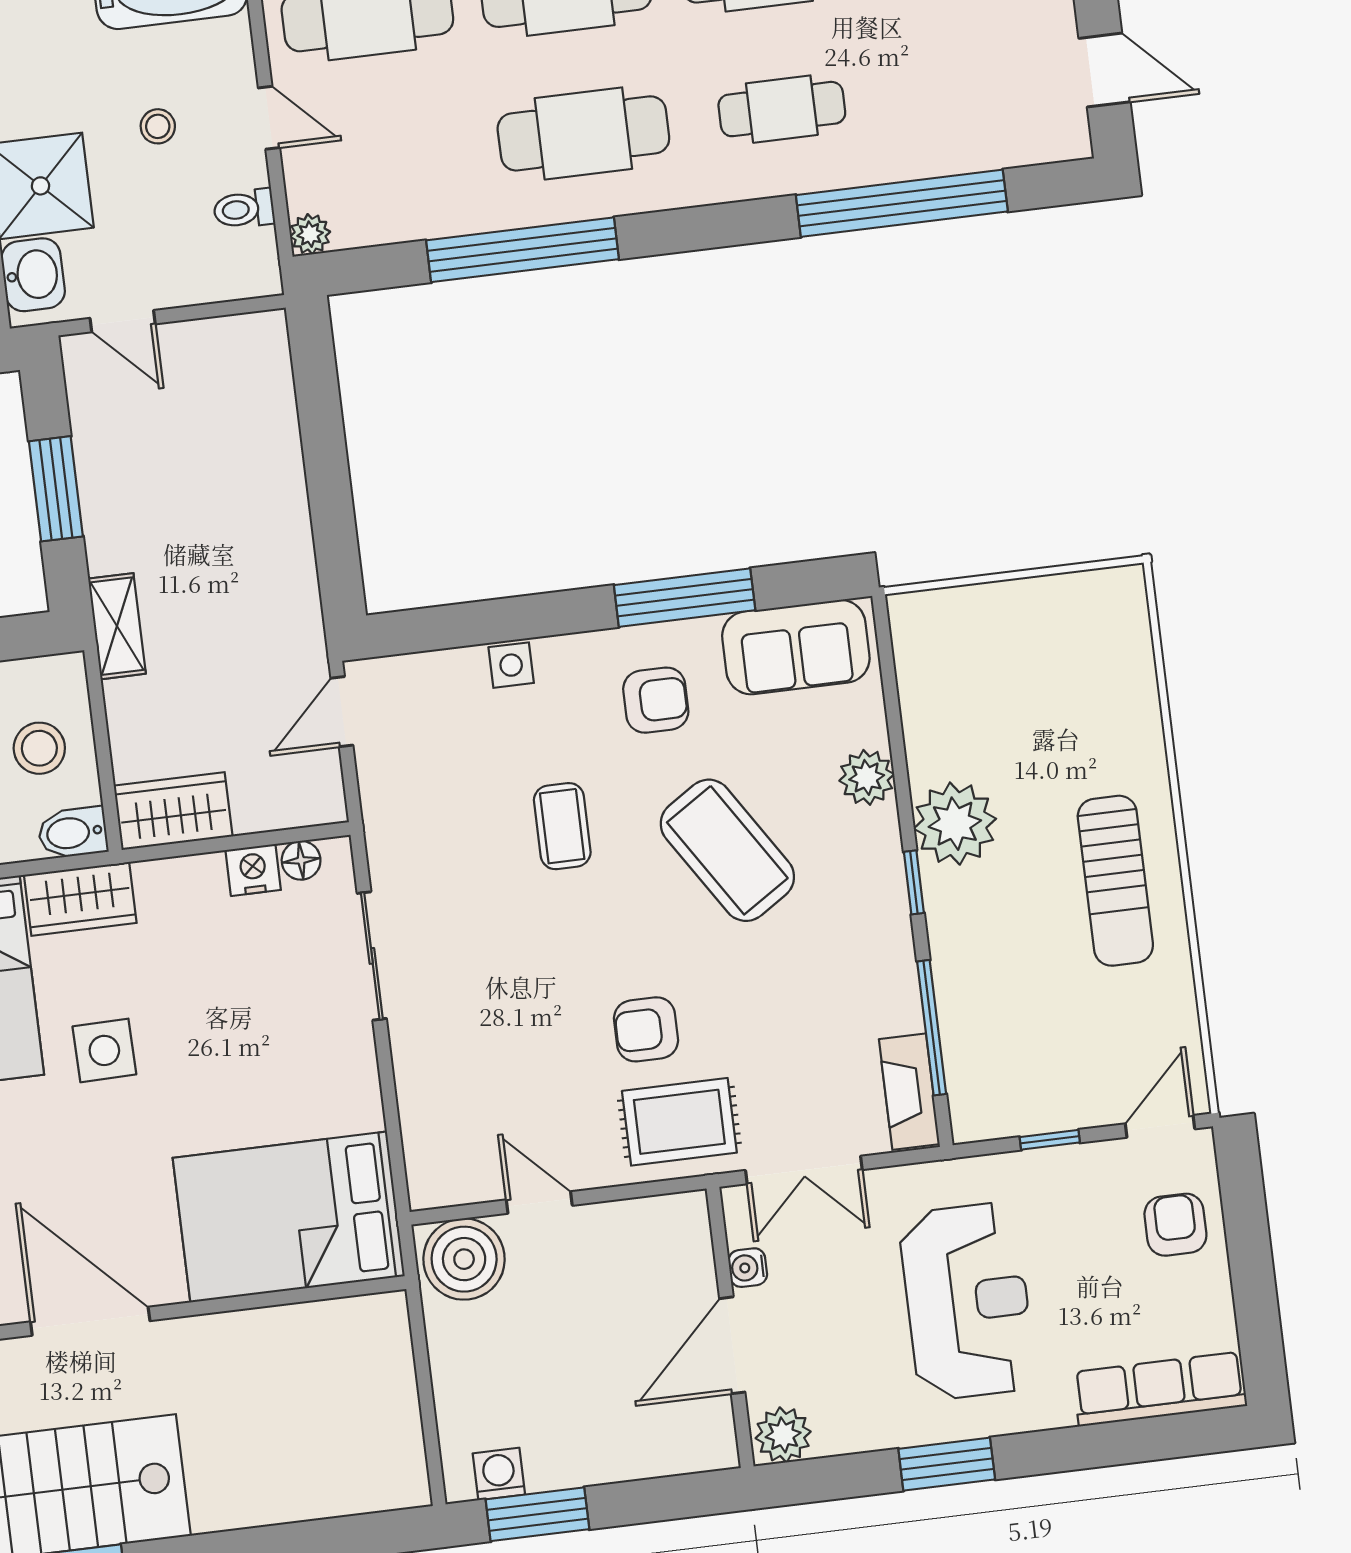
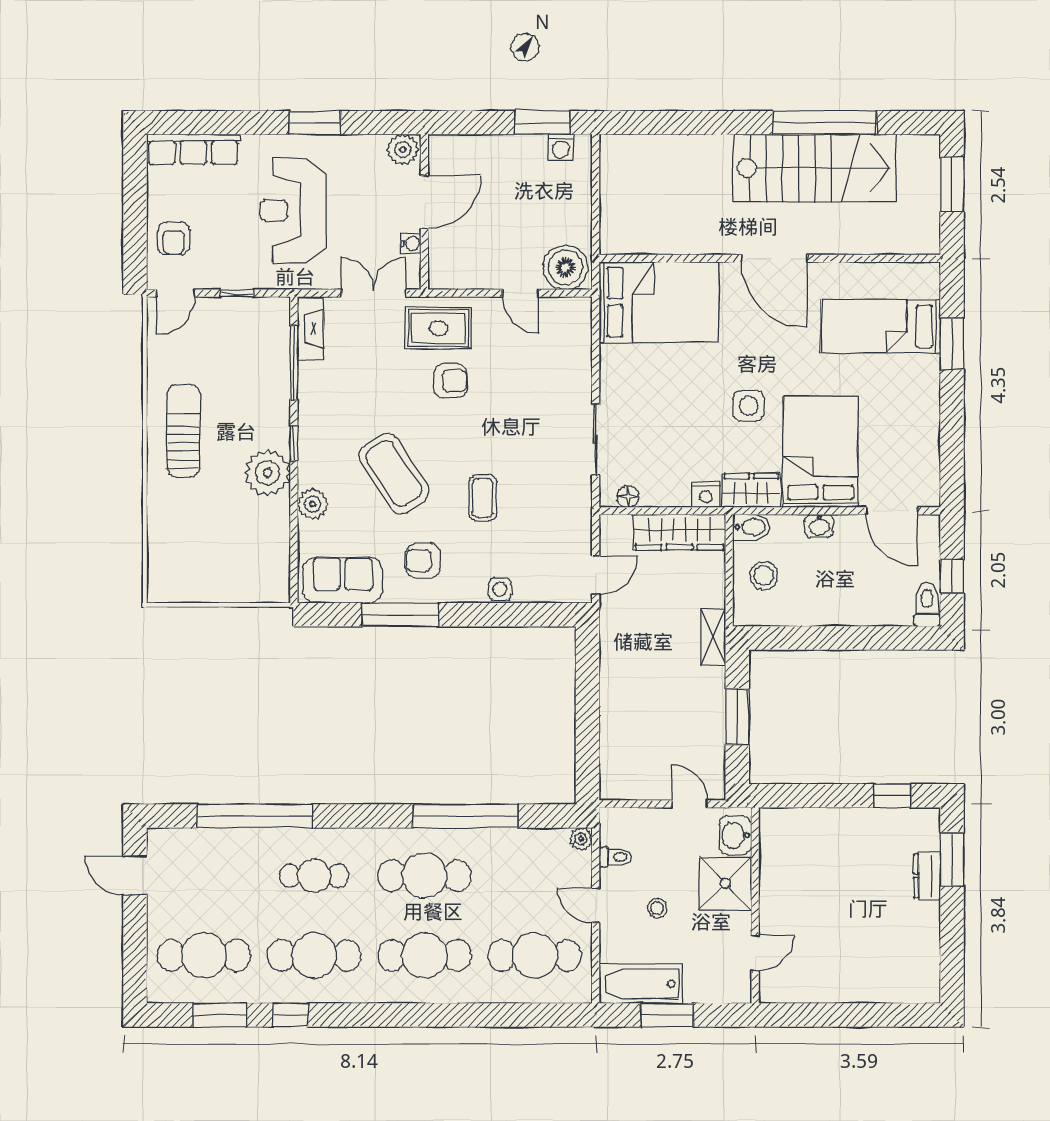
wardrobe: (173, 811) -> (679, 532), width x1.50
nightstand: (253, 870) -> (706, 495), moved

